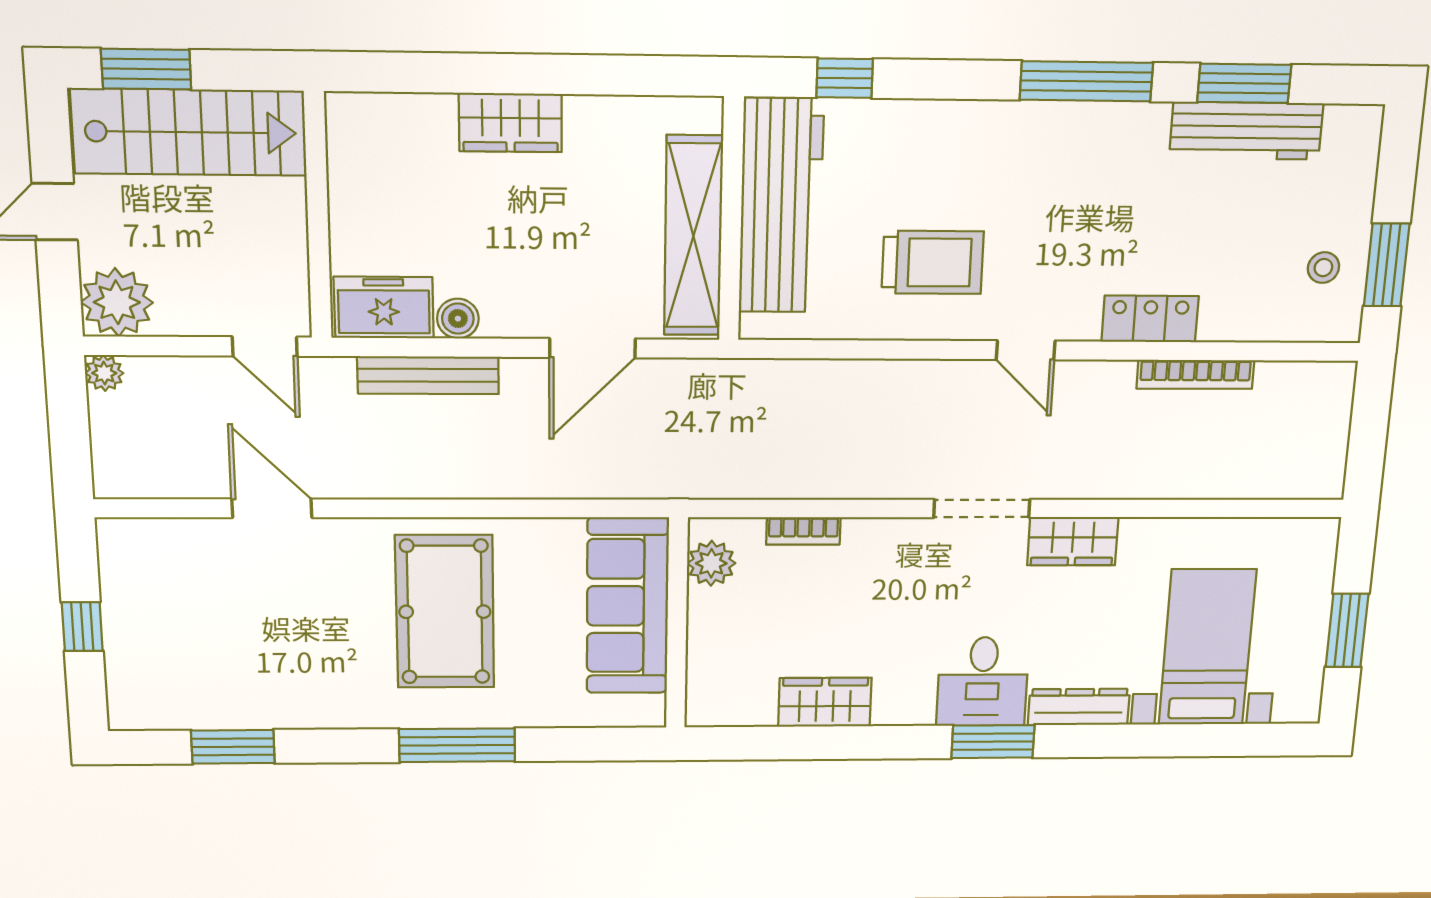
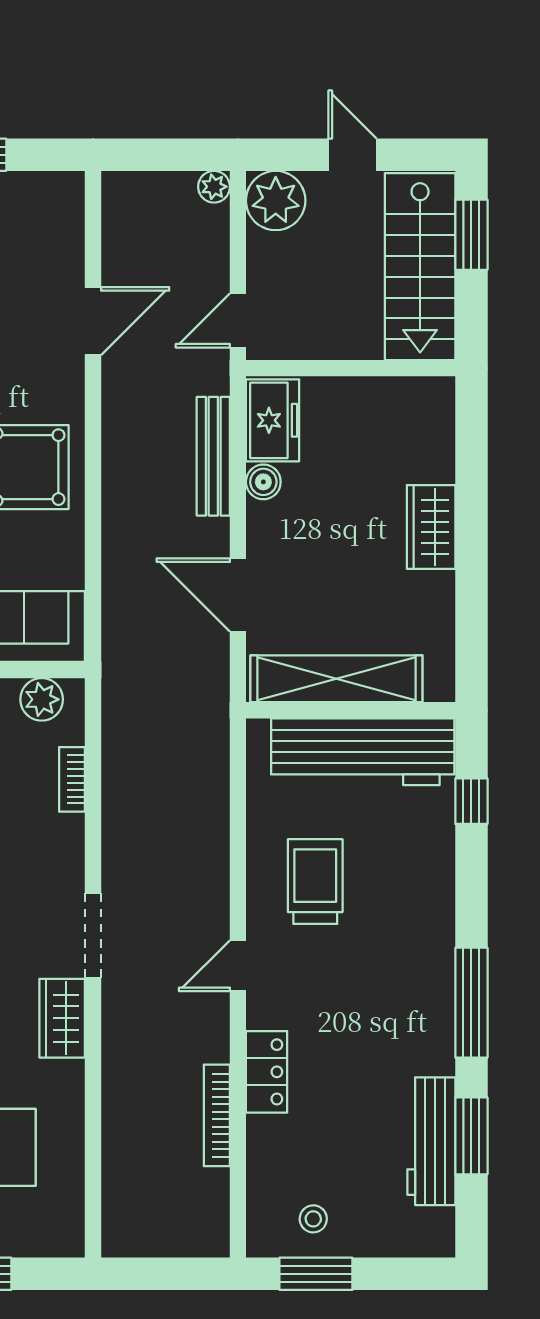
trolley: (933, 262) -> (315, 882), turned 180

